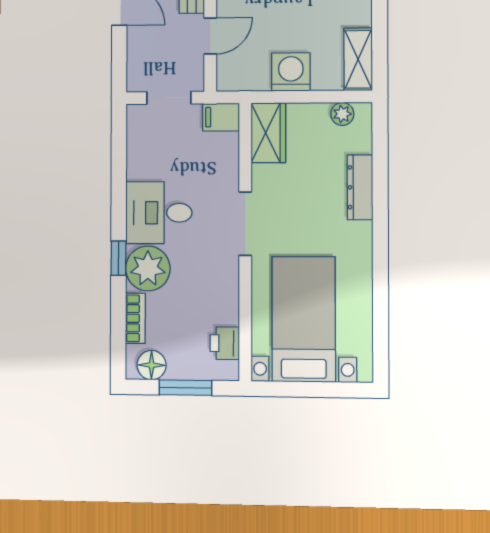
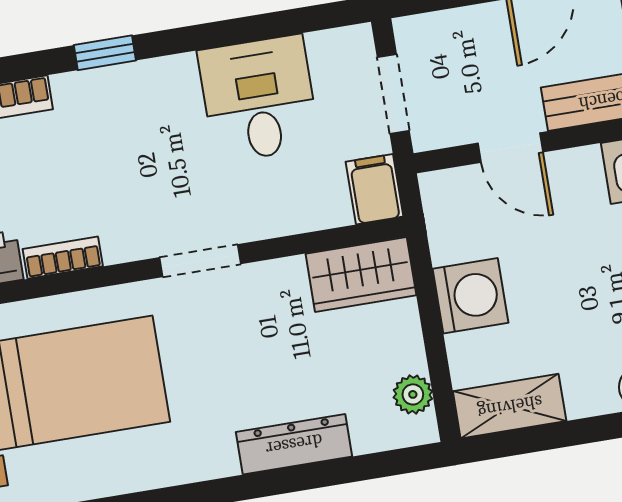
desk: (159, 213) -> (259, 99), moved
doorway: (245, 224) -> (200, 261), width x0.73
plant: (148, 268) -> (96, 106), removed
bookcase: (231, 302) -> (63, 258), added

